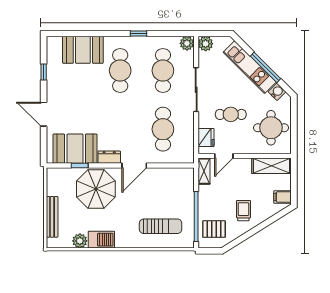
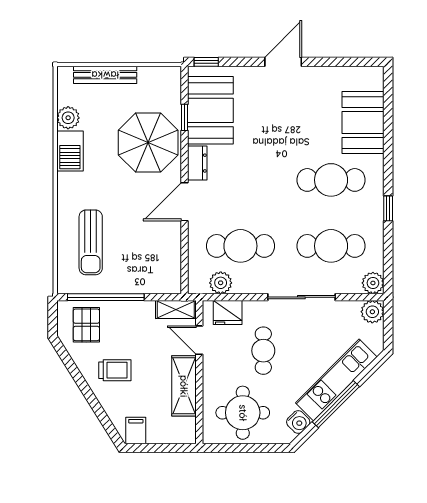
window: (44, 72) -> (206, 62), moved
door: (44, 114) -> (283, 62), moved
plant: (187, 142) -> (221, 283), added
door: (134, 165) -> (184, 202), hinge flipped
shelving: (272, 166) -> (184, 386), moved

